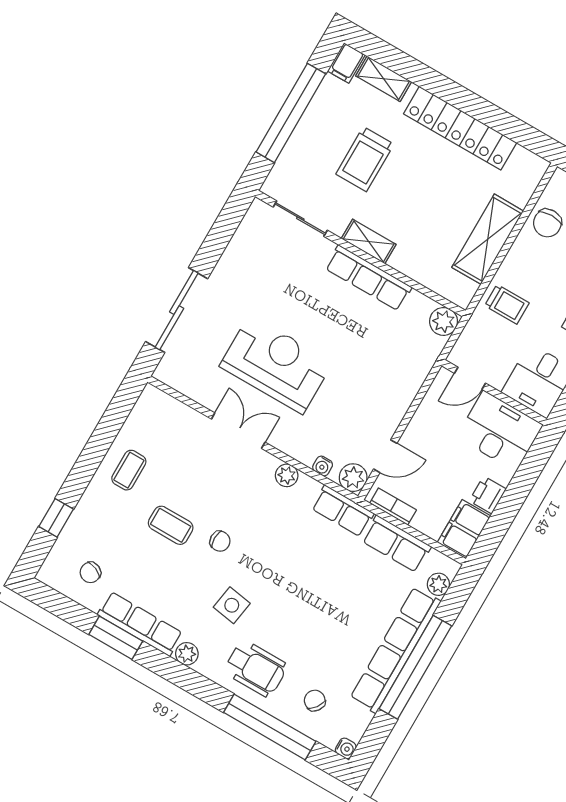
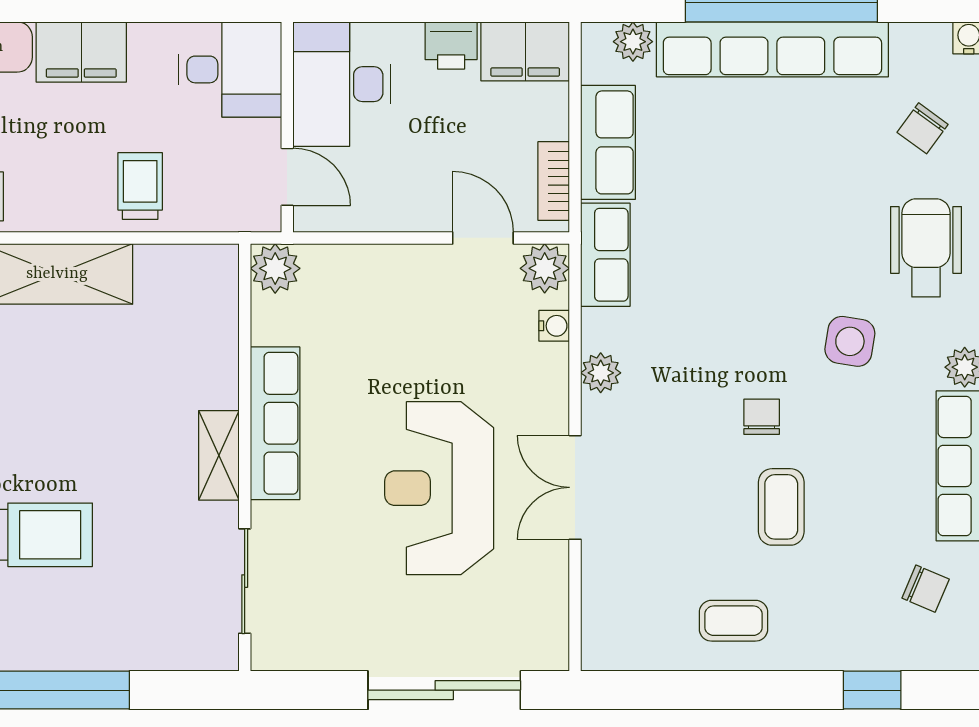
sliding door: (300, 219) -> (245, 581), moved
shelving: (369, 241) -> (219, 455), moved
wall: (360, 253) -> (245, 457), moved
row of seats: (368, 278) -> (275, 423), moved
plant: (444, 321) -> (275, 268), moved

